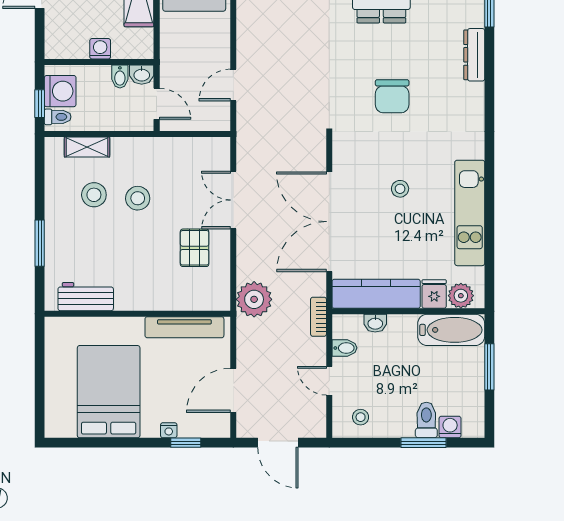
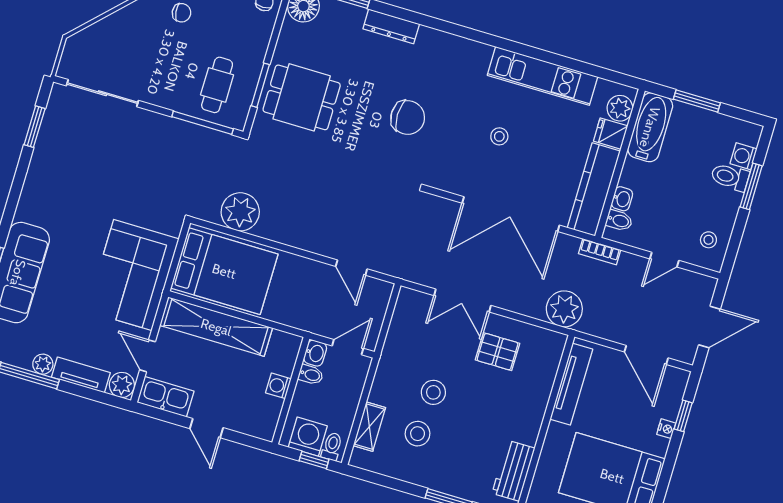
bidet: (344, 348) -> (619, 220), moved, turned 90

